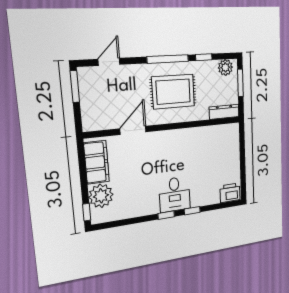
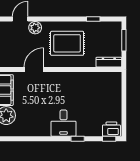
window: (168, 59) -> (64, 19), removed
plant: (225, 67) -> (35, 28), moved
window: (166, 215) -> (109, 139), moved

